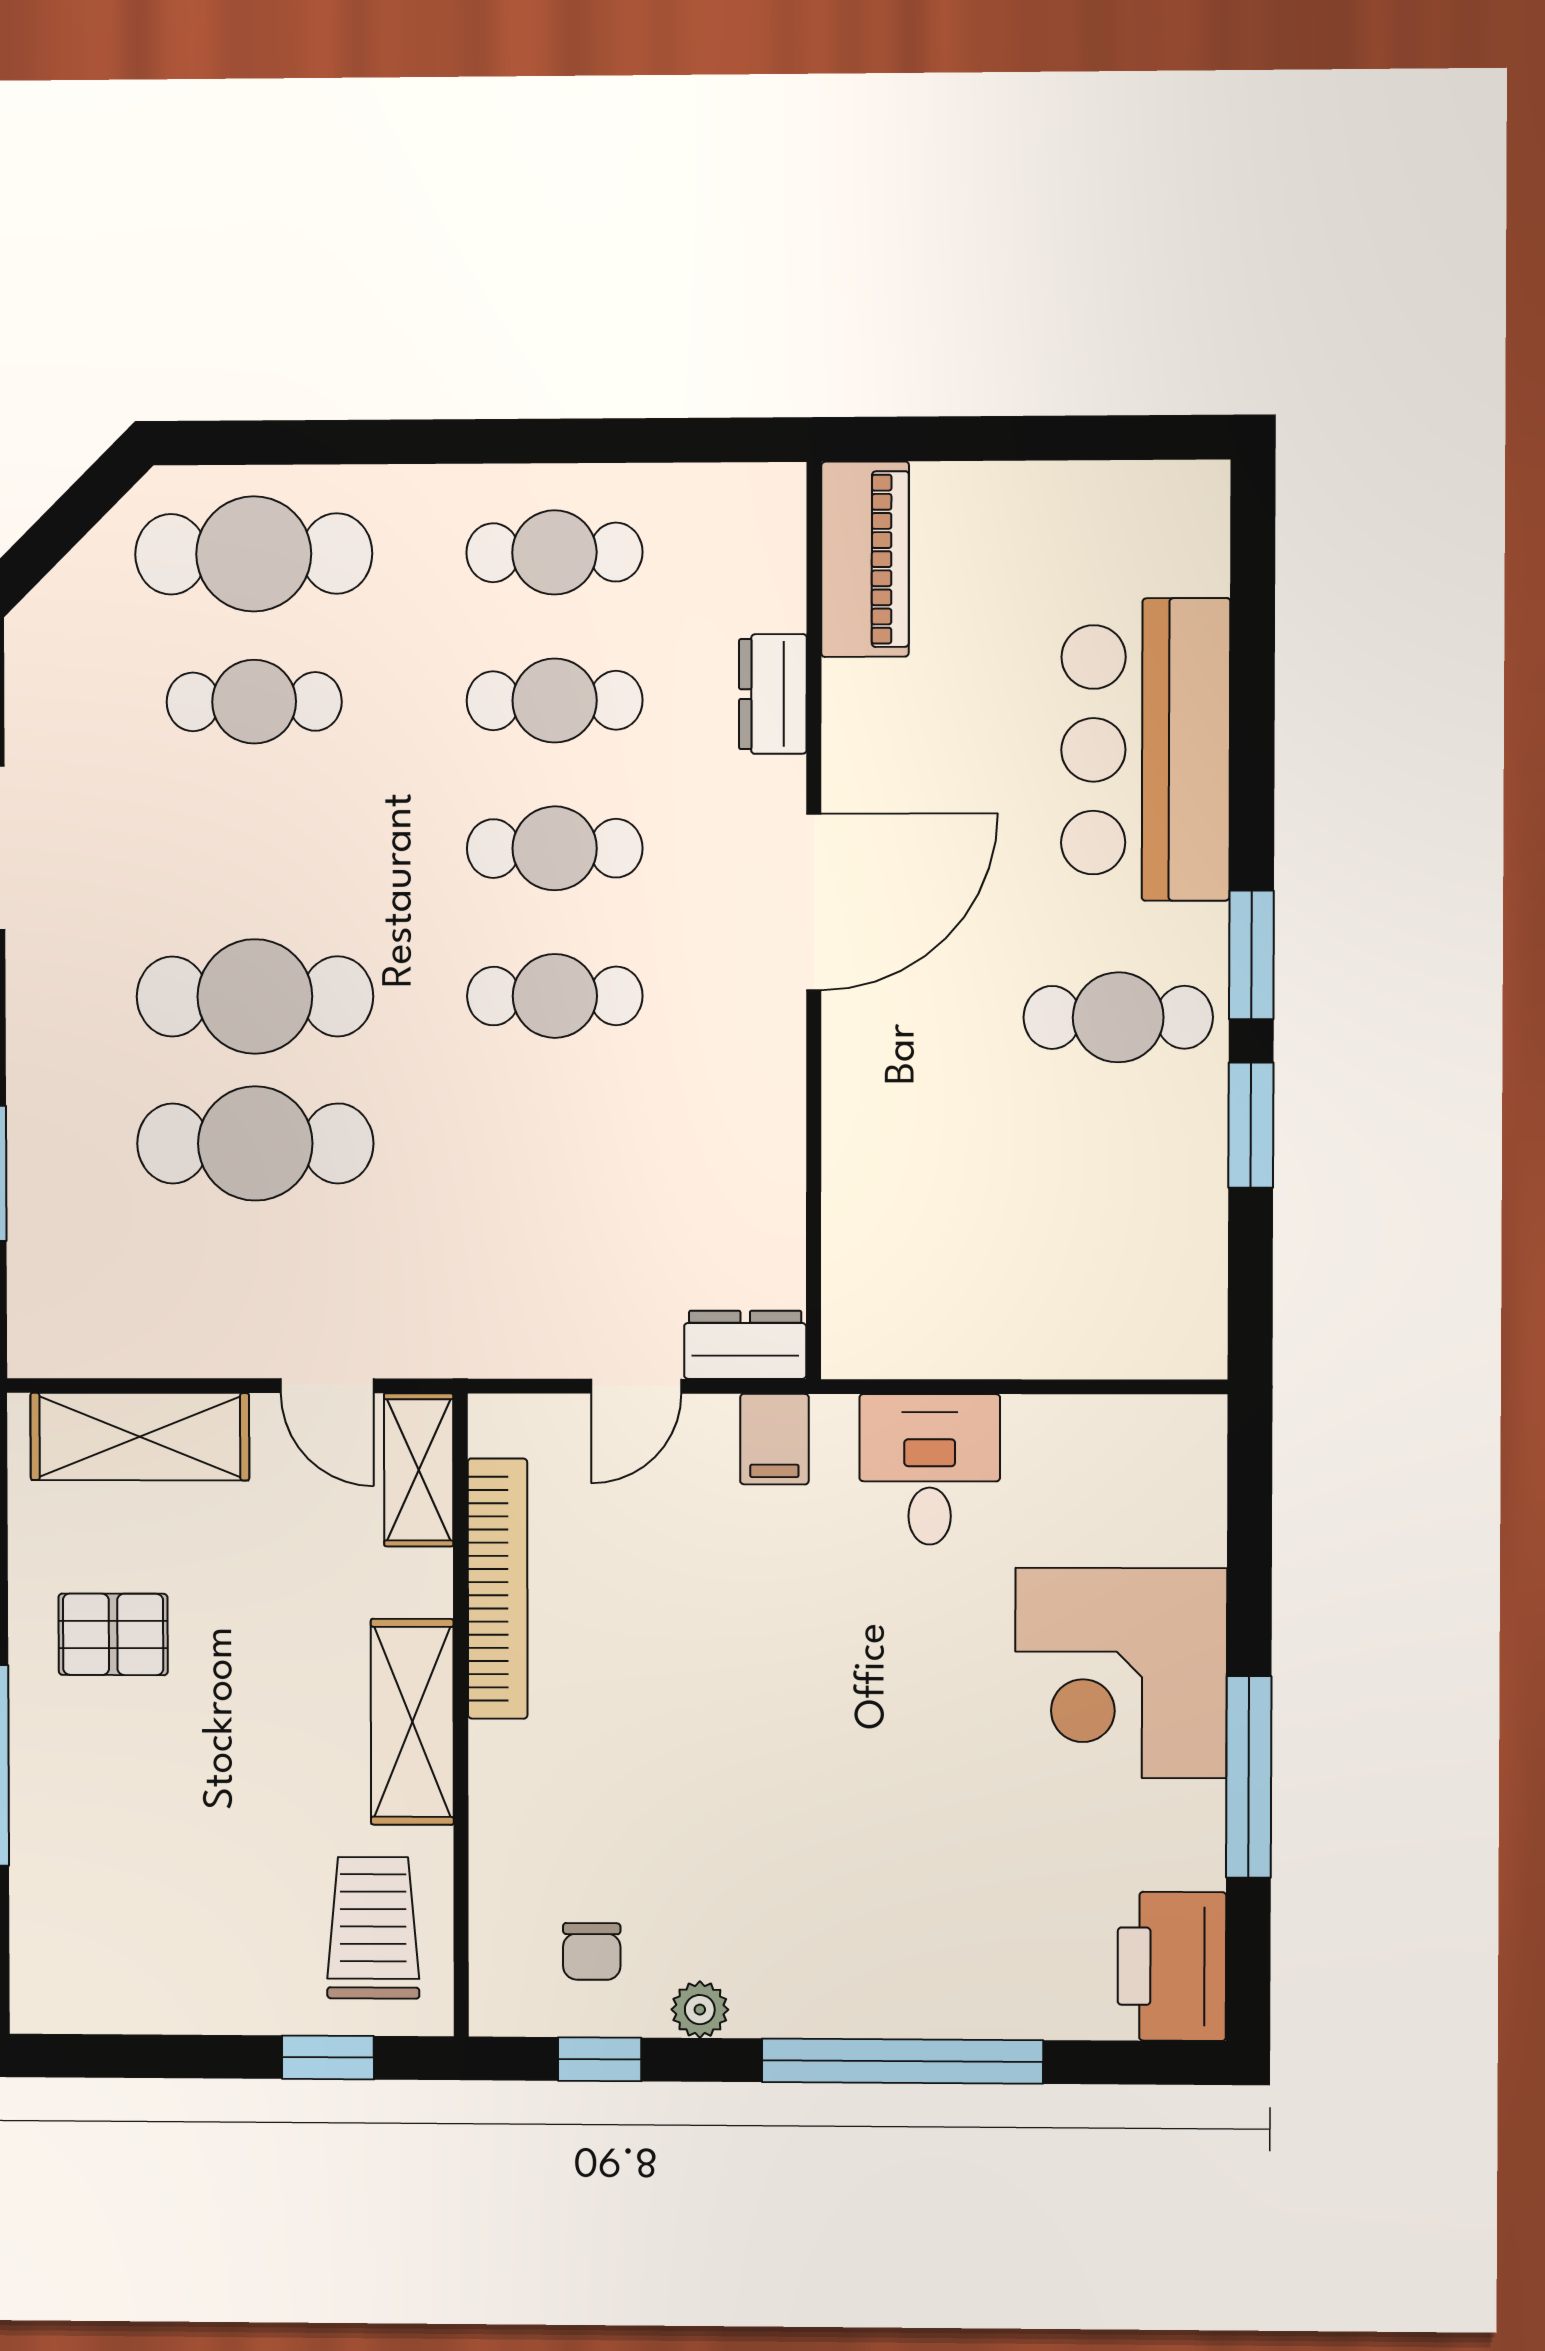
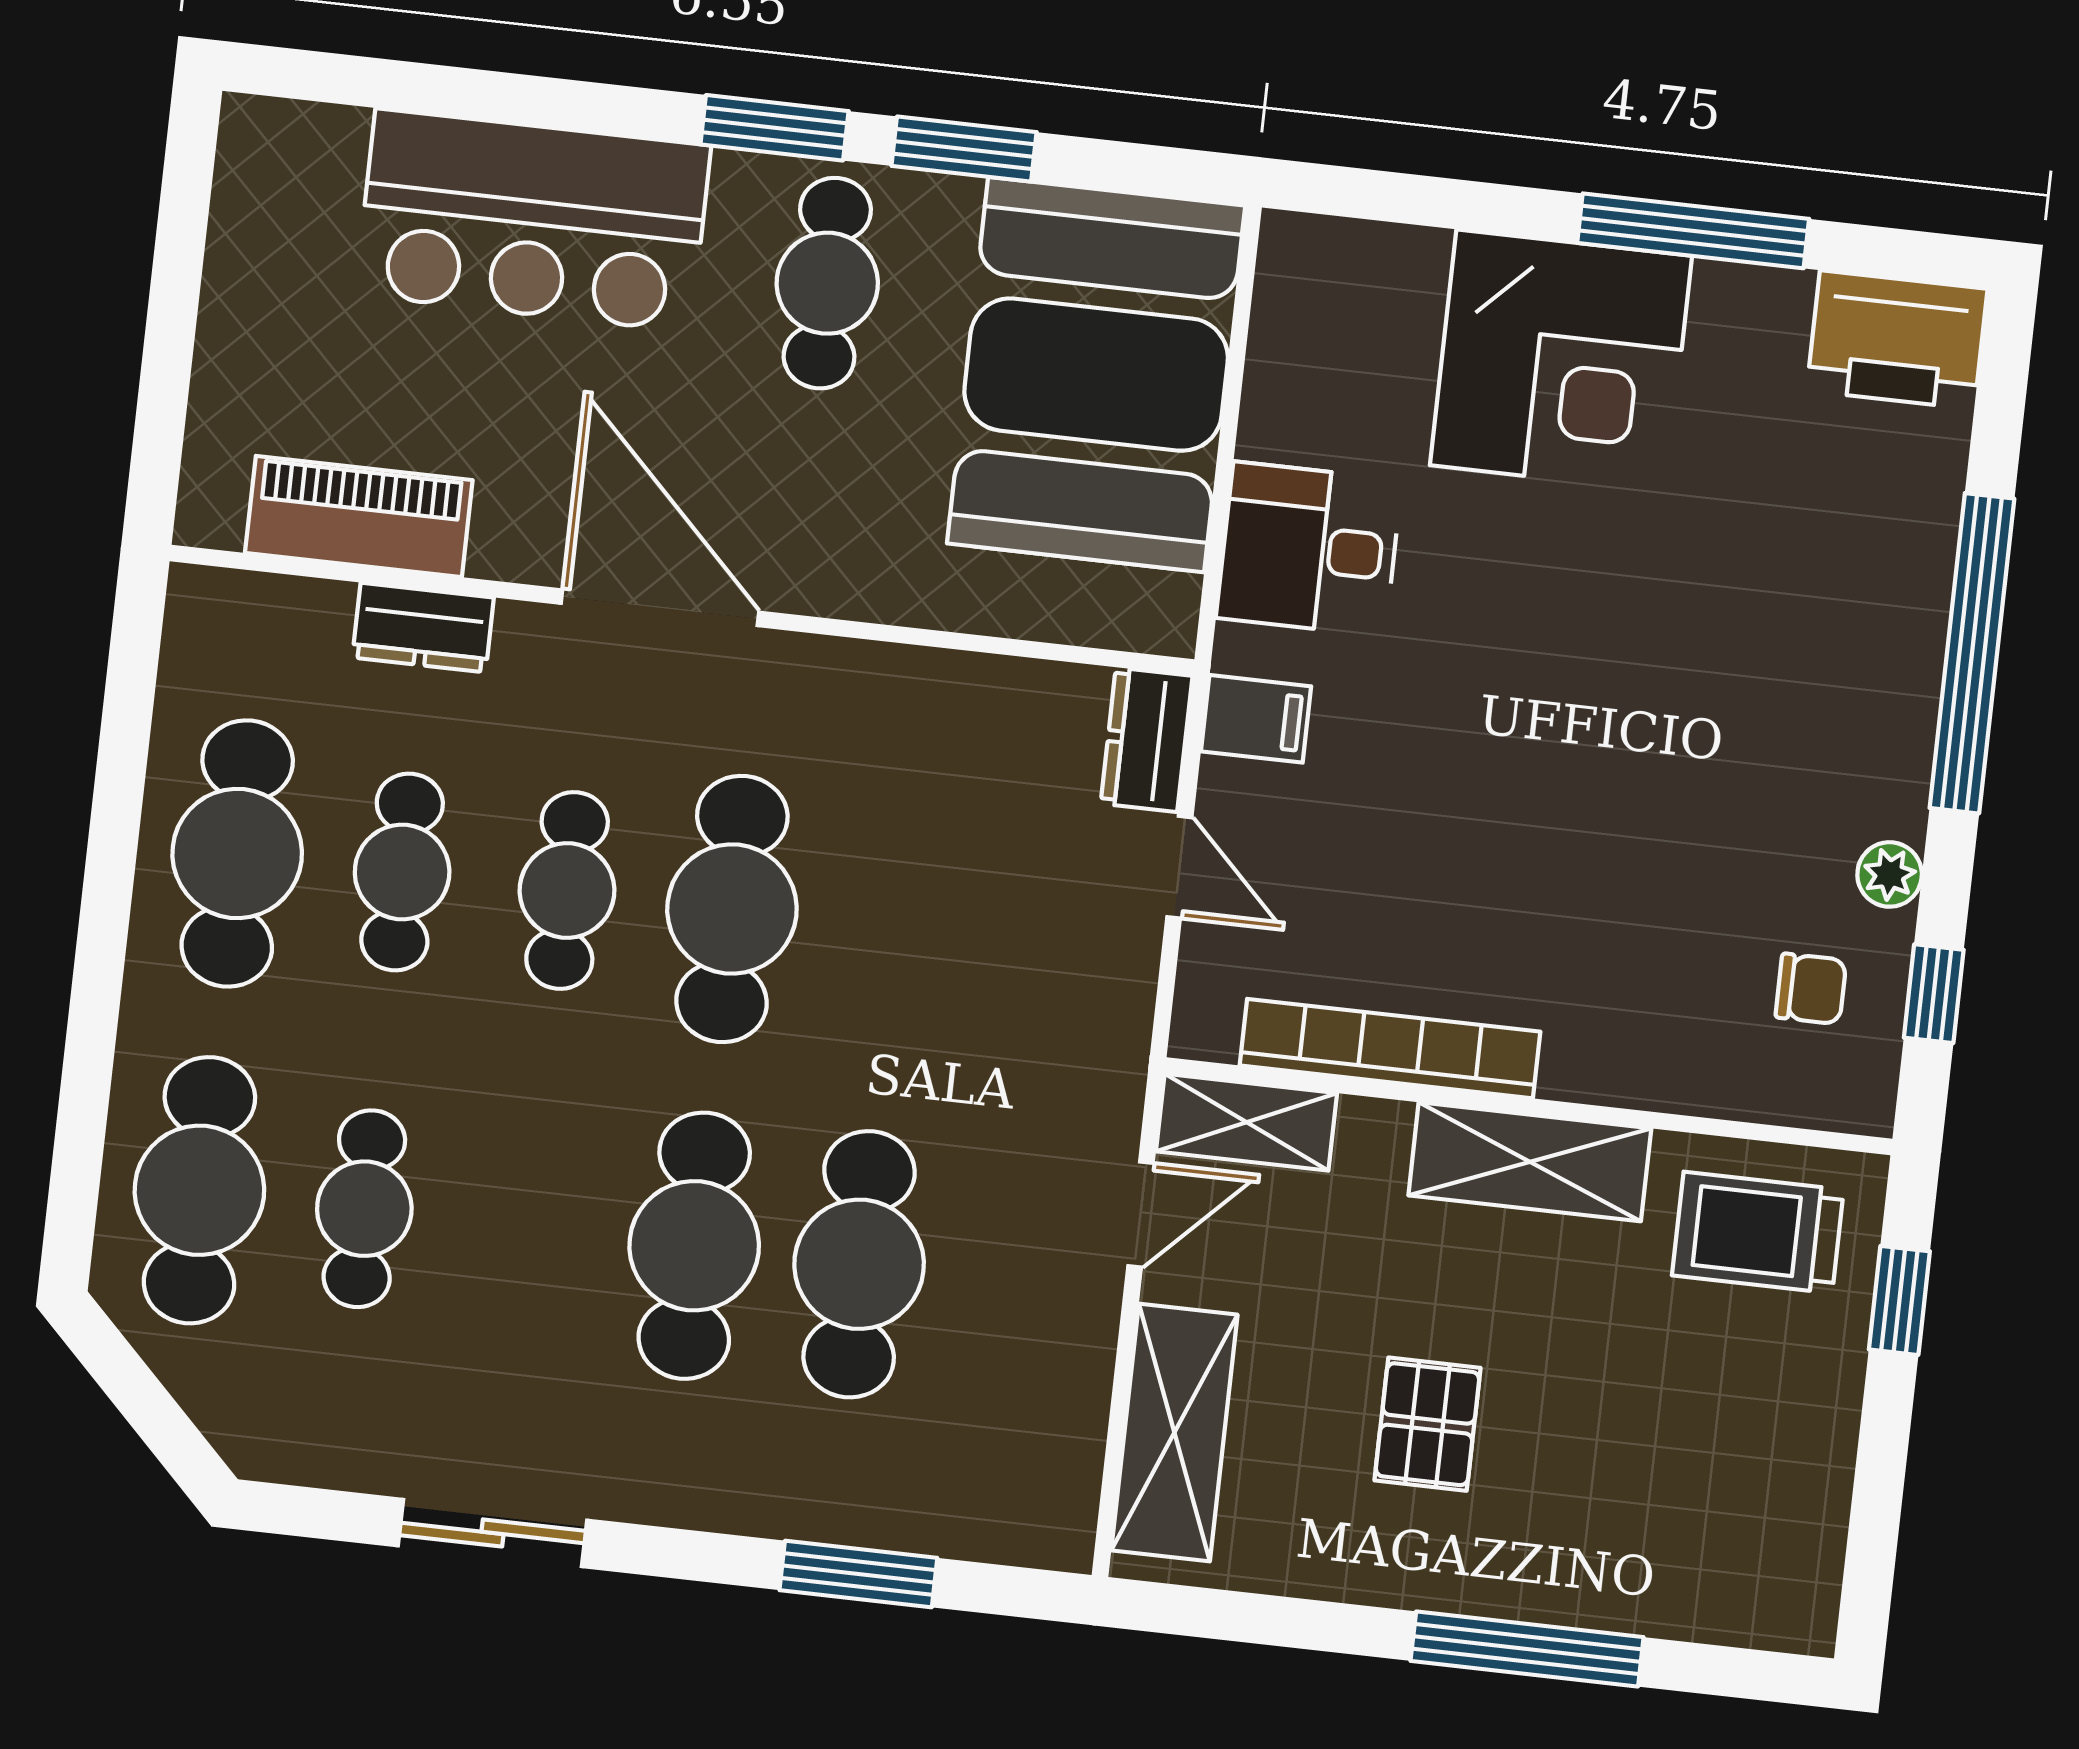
cafe table: (554, 552) -> (237, 853), width x1.37, depth x1.35
piano: (865, 559) -> (359, 517), moved
cafe table: (555, 996) -> (732, 909), width x1.37, depth x1.35
booth: (1063, 1264) -> (1096, 375), added
pallet: (113, 1634) -> (1427, 1424), moved

